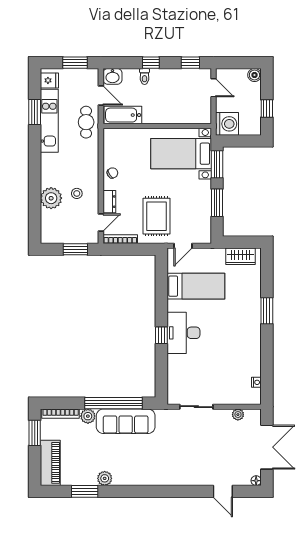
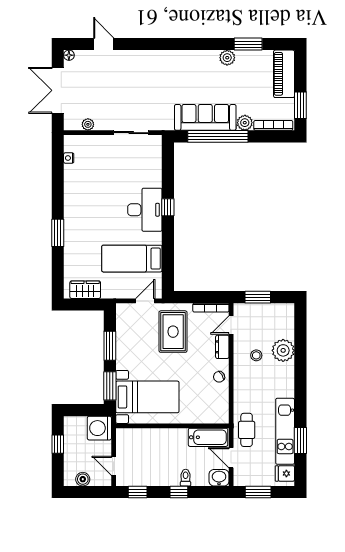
boiler: (254, 75) -> (83, 479), moved

